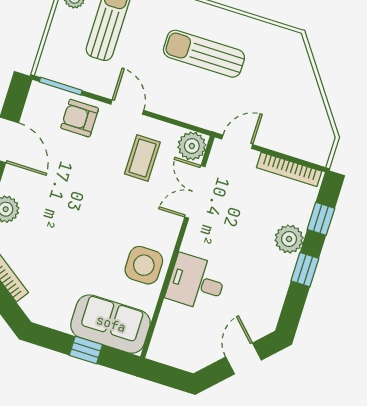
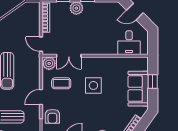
side table: (144, 265) -> (93, 85), moved
desk: (196, 282) -> (129, 43), moved
sofa: (111, 324) -> (138, 89), moved

